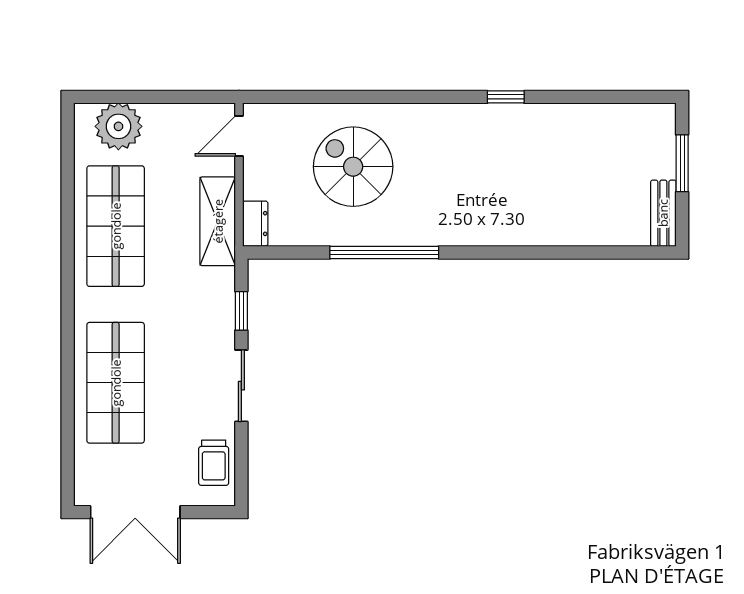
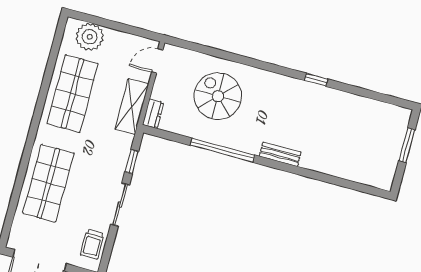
bench: (663, 213) -> (280, 154), moved, turned 90

